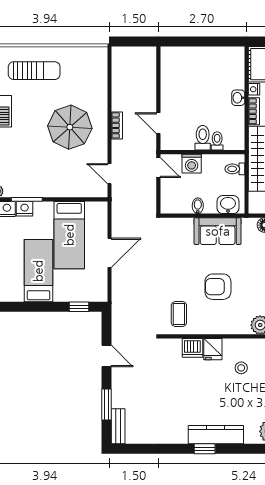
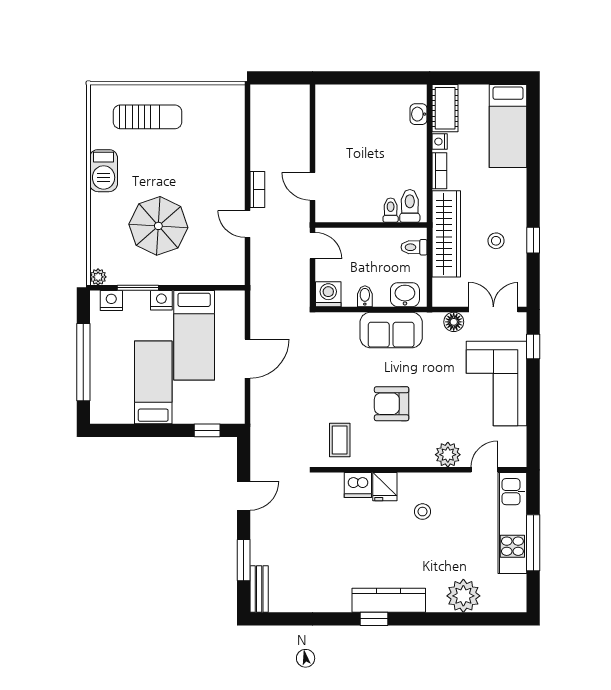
washbasin: (238, 98) -> (419, 114), moved
parasol: (70, 127) -> (158, 226), moved
toilet: (203, 138) -> (410, 206), moved
washing machine: (192, 164) -> (328, 294), moved, turned 180
door: (109, 174) -> (248, 224), moved
nightstand: (25, 209) -> (161, 300), moved
door: (107, 356) -> (244, 496), hinge flipped

